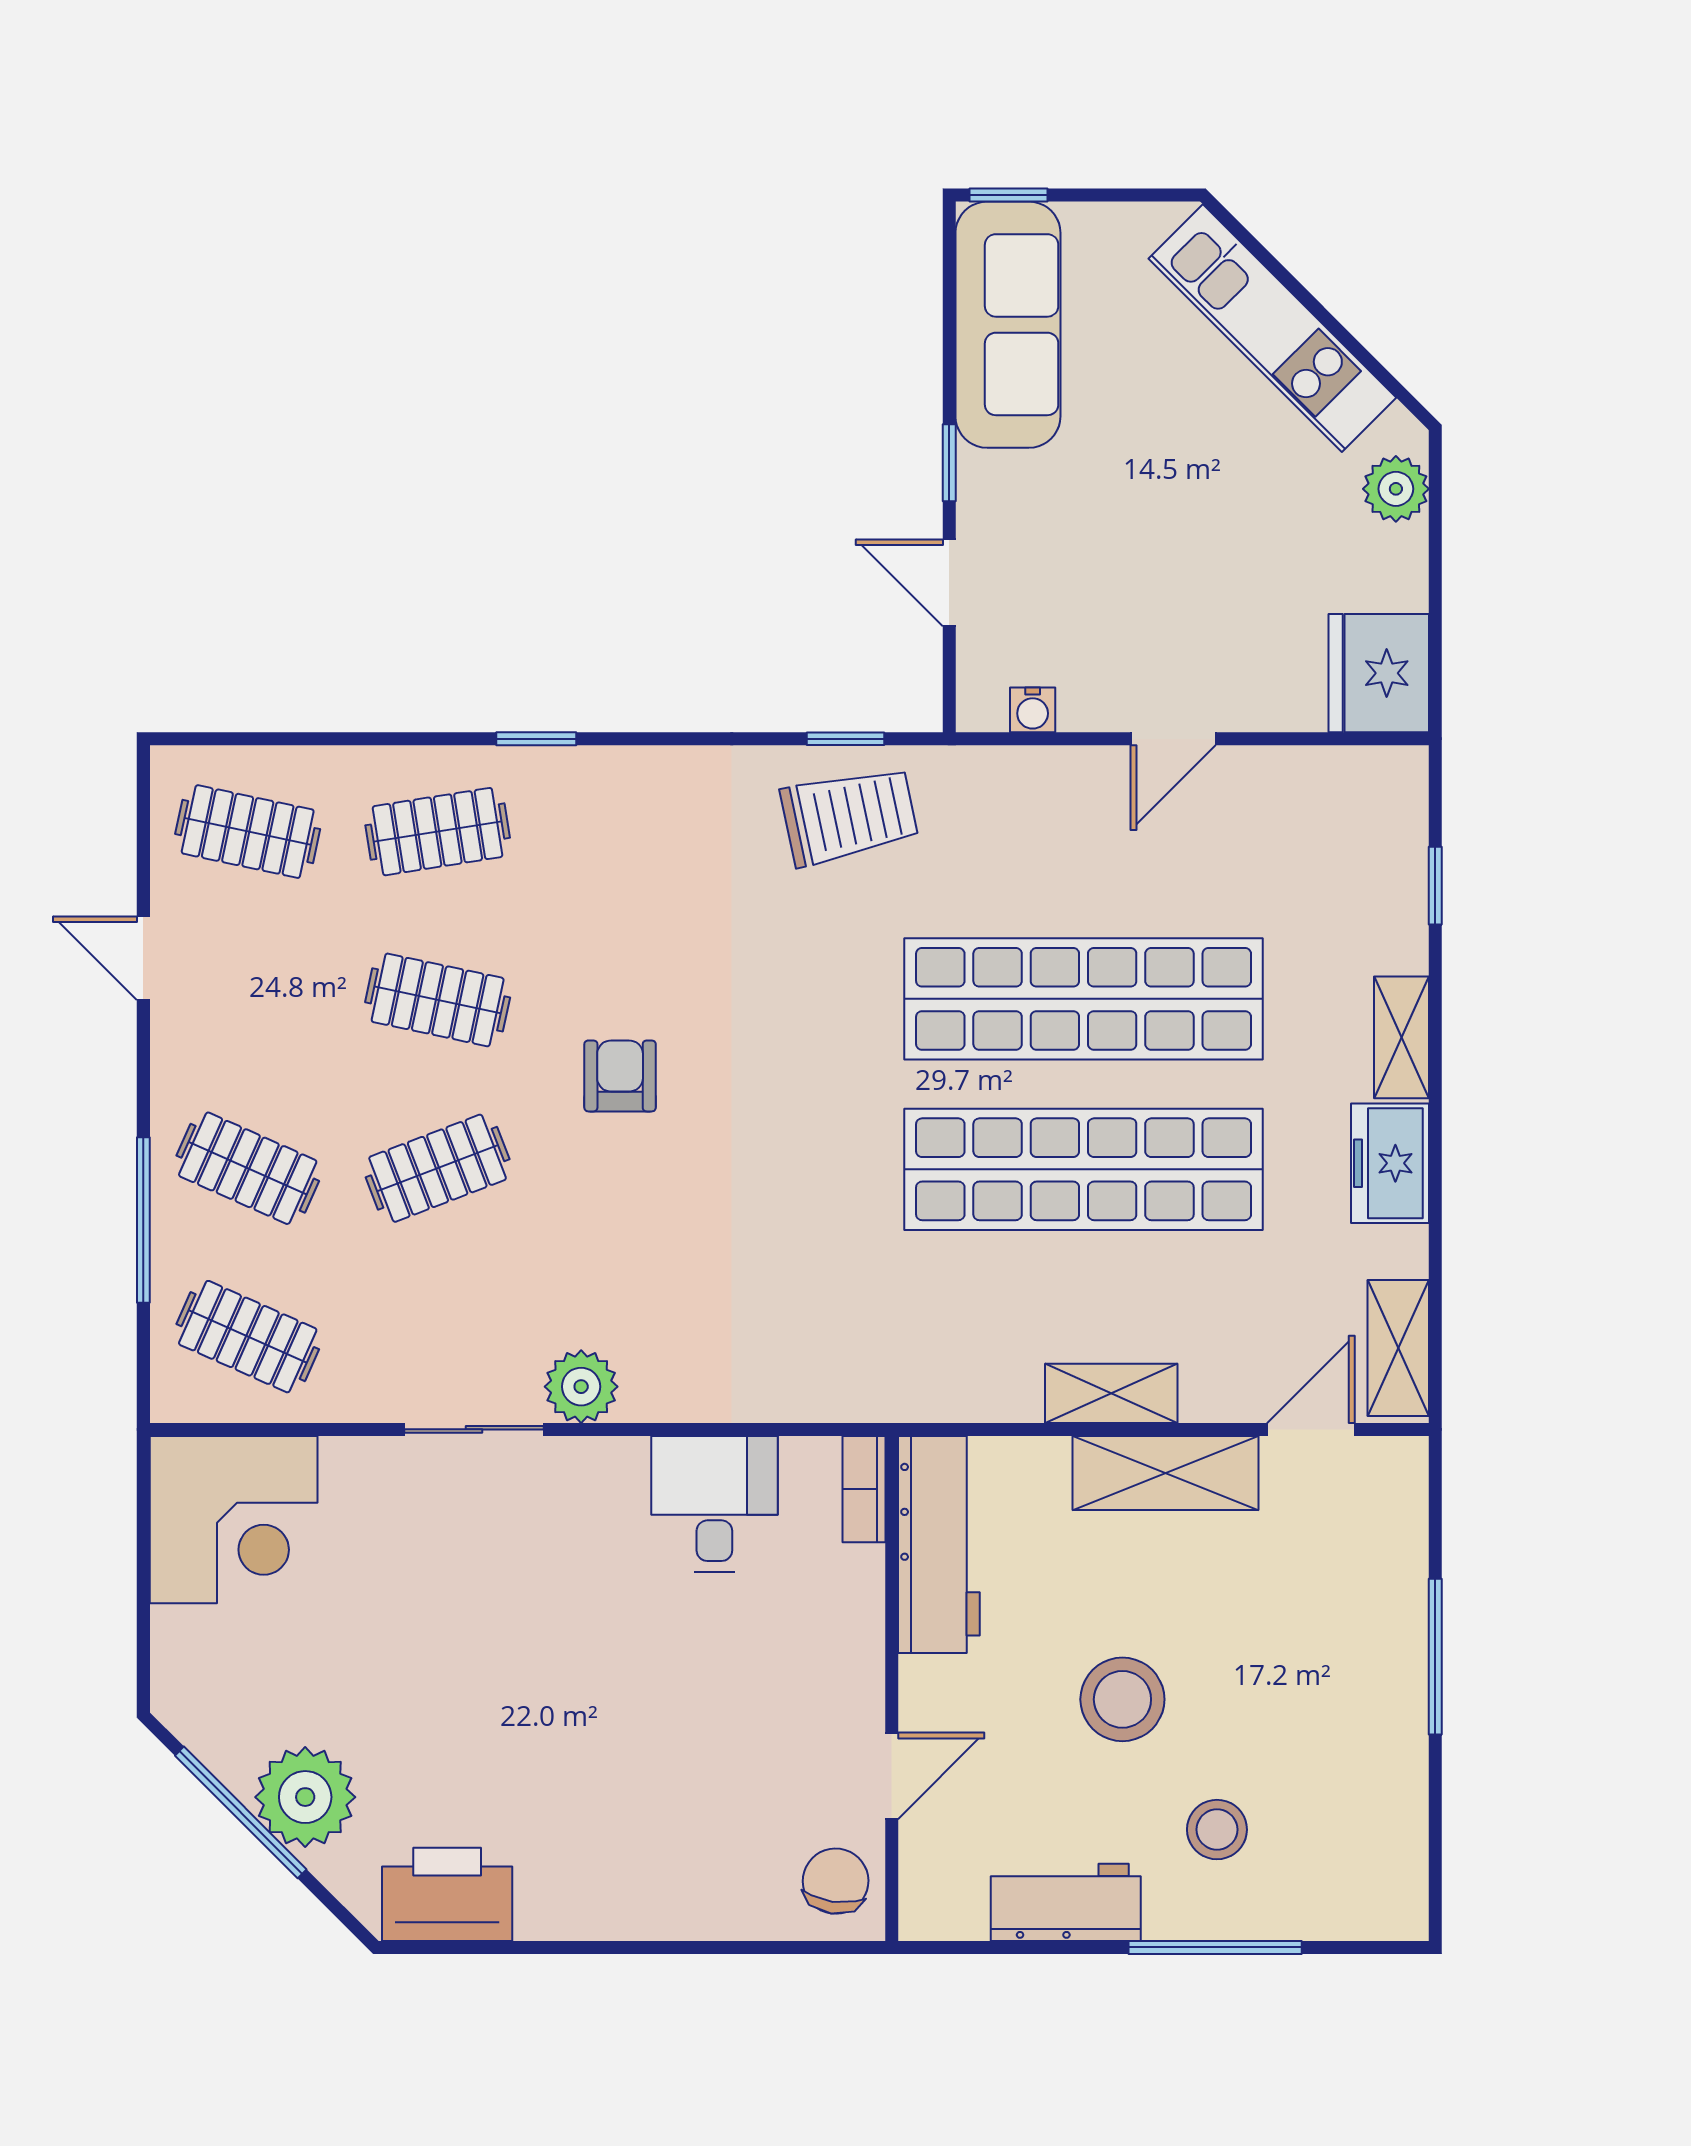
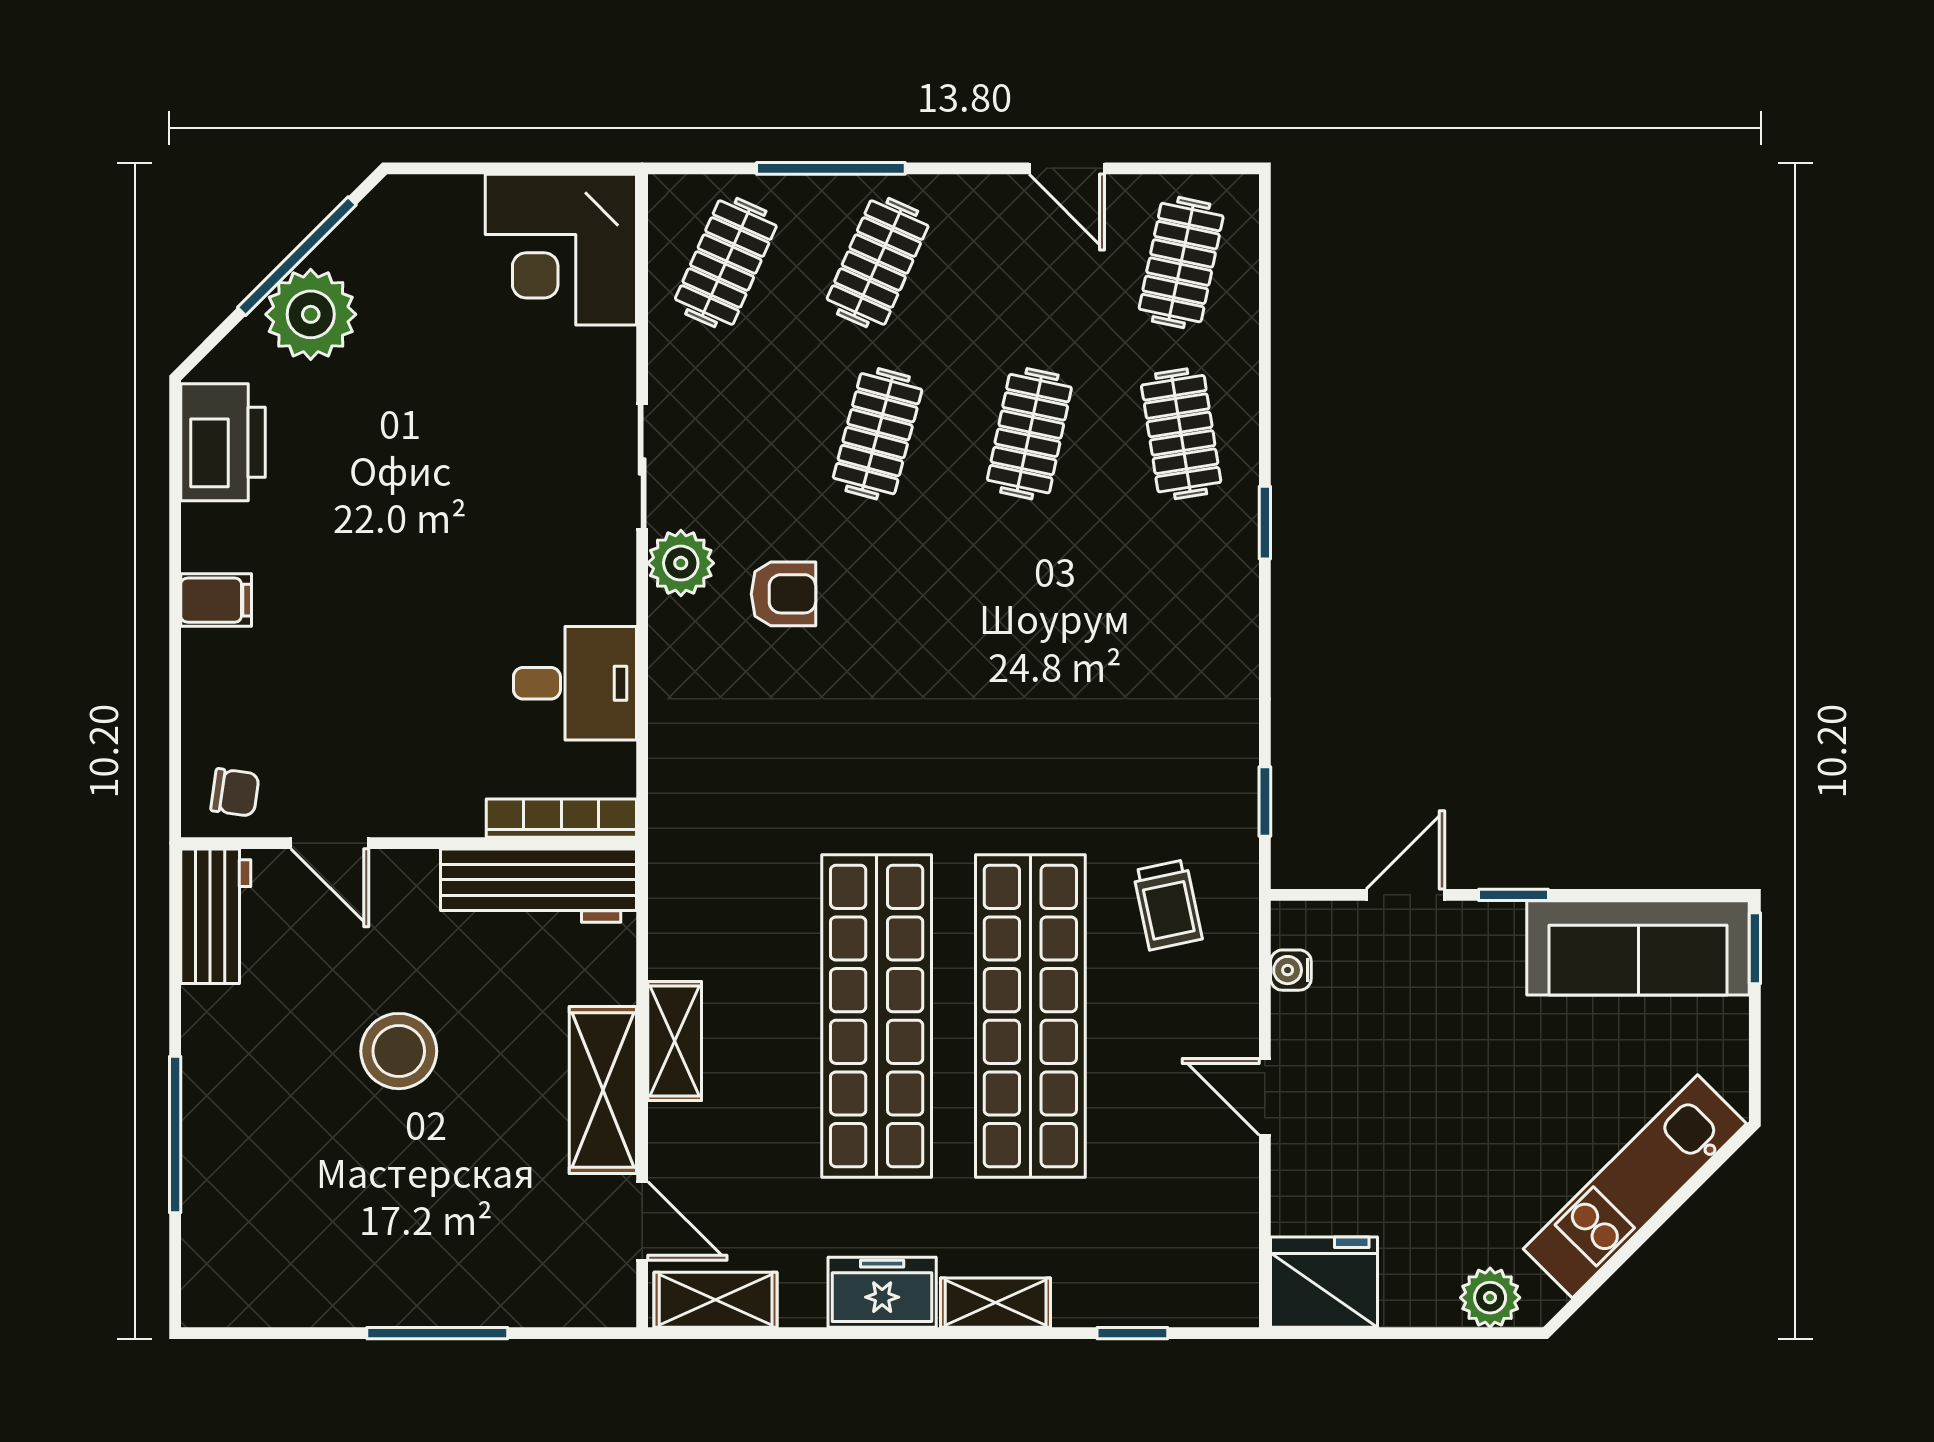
trolley: (849, 816) -> (1168, 905), moved, width x0.73, depth x0.72
door: (143, 958) -> (1067, 168), swing flipped
armchair: (620, 1076) -> (783, 594), moved
clothes rail: (438, 1168) -> (878, 434), turned 36
bookcase: (864, 1489) -> (561, 818), width x1.56
stool: (1217, 1830) -> (281, 1136), removed
chair: (836, 1881) -> (235, 792), width x0.73, depth x0.73
filing cabinet: (622, 1902) -> (216, 600), added
workbench: (1066, 1902) -> (216, 916), moved

